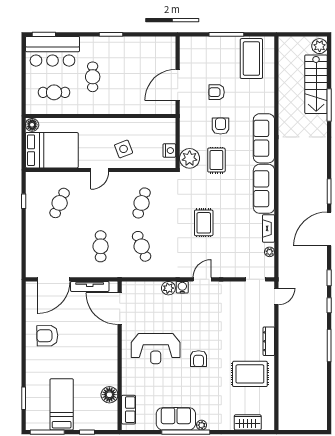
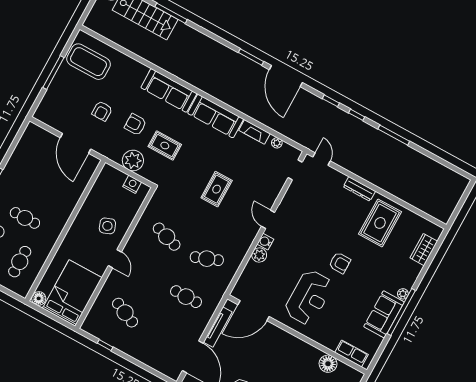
plant: (190, 158) -> (133, 160), moved
rug: (204, 223) -> (217, 189), turned 90

